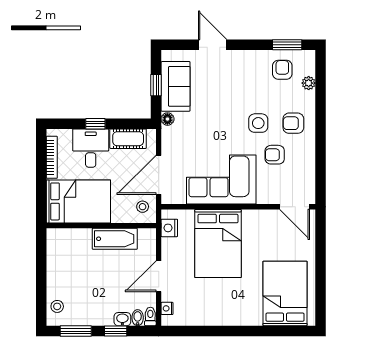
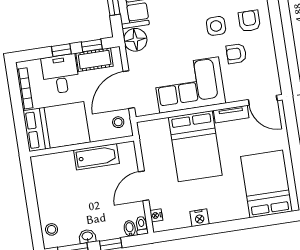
floor lamp: (167, 119) -> (135, 40), width x1.89, depth x1.89
armchair: (293, 123) -> (249, 21), turned 90
window: (127, 124) -> (92, 45), added
tv unit: (260, 216) -> (231, 114), added
nightstand: (169, 228) -> (199, 218), moved, turned -90
washbasin: (122, 319) -> (87, 236), moved

